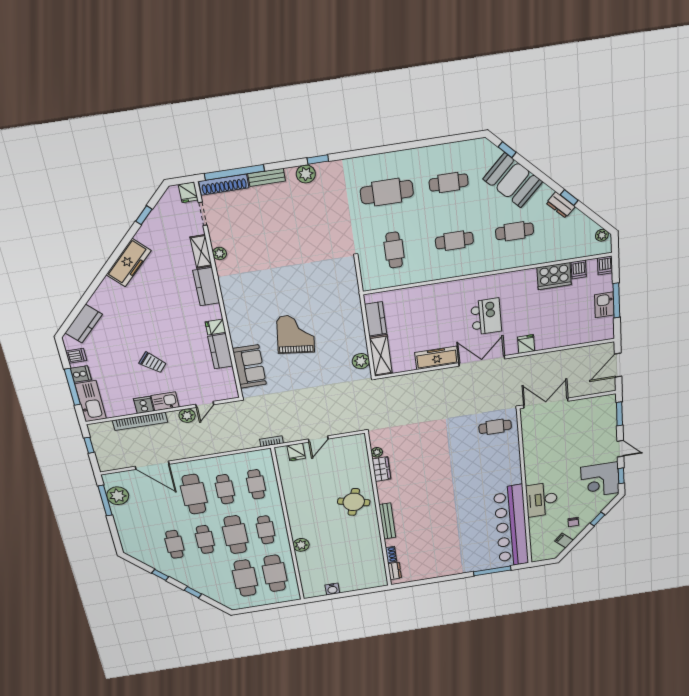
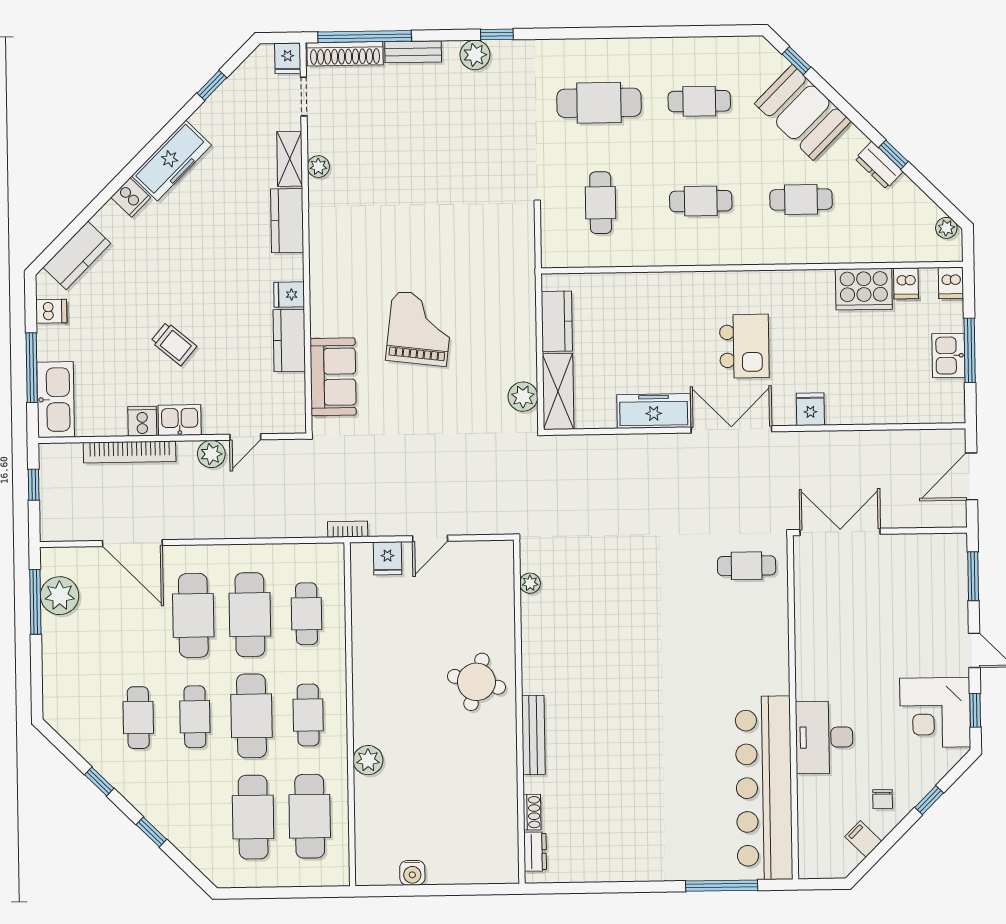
cooker: (81, 374) -> (131, 197), moved, turned 45
wardrobe: (381, 469) -> (535, 620), removed
cafe table: (225, 489) -> (250, 615), width x1.37, depth x1.35

